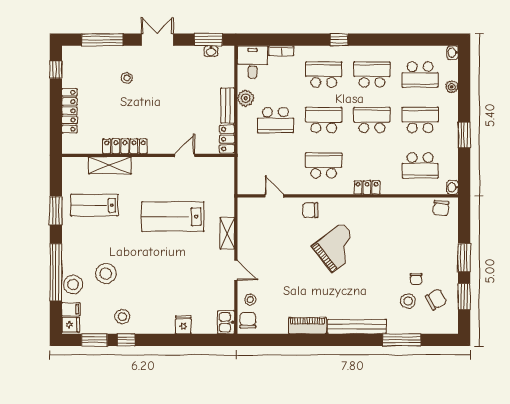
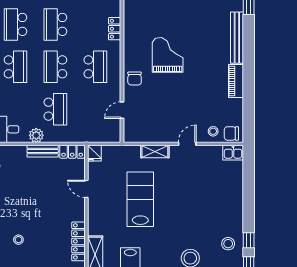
school desk: (324, 75) -> (15, 67), turned 180
school desk: (324, 165) -> (95, 67), turned 180
lab bench: (173, 217) -> (140, 199), turned 180
grand piano: (337, 248) -> (168, 55), turned 38
fridge: (183, 325) -> (94, 153), moved, turned -90

